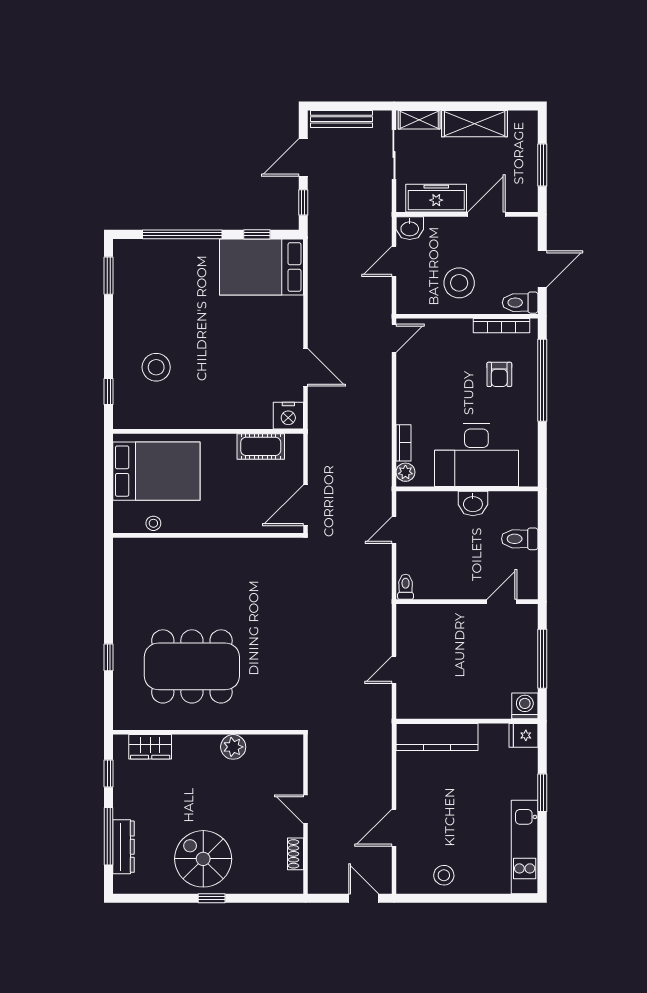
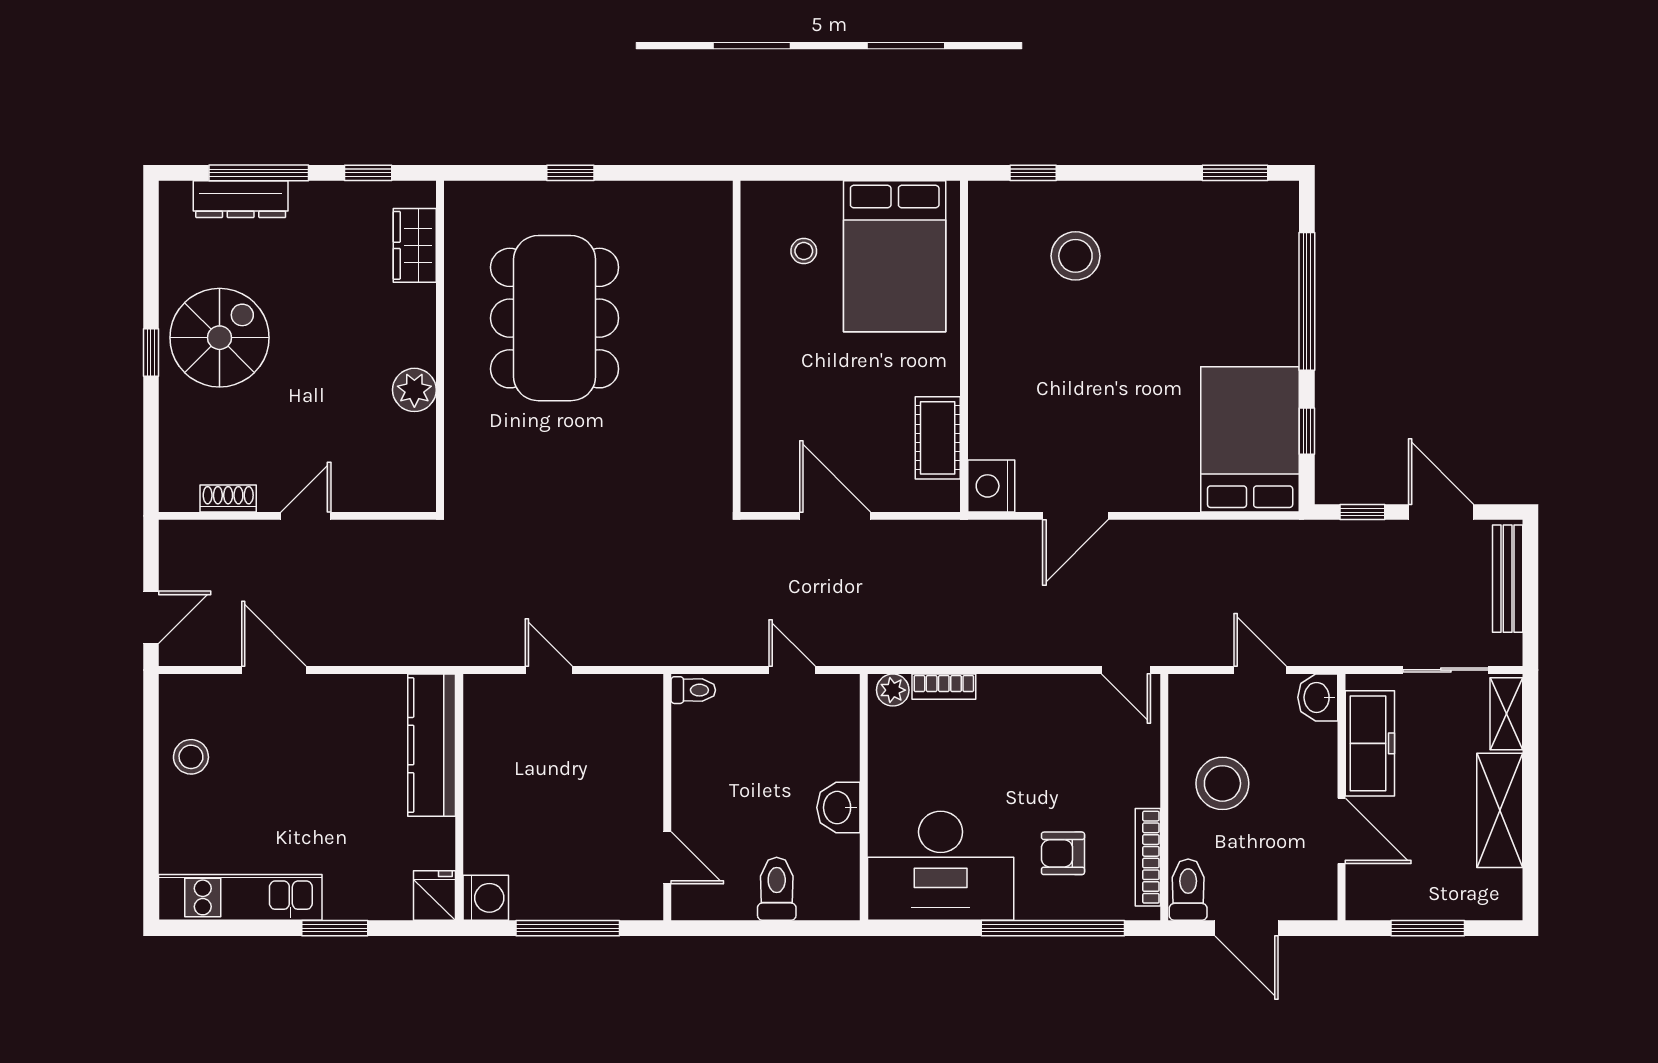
desk: (476, 455) -> (941, 866), moved, turned -90
wall: (208, 535) -> (737, 346), moved

